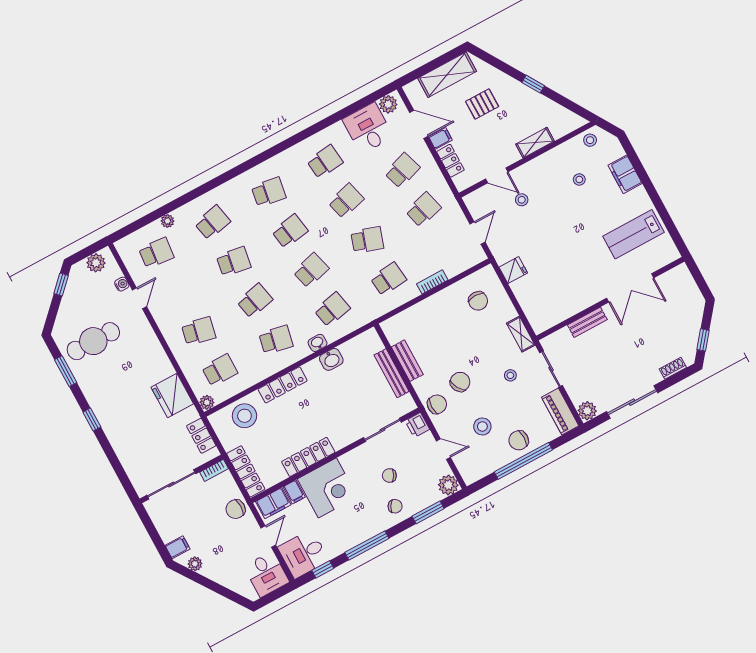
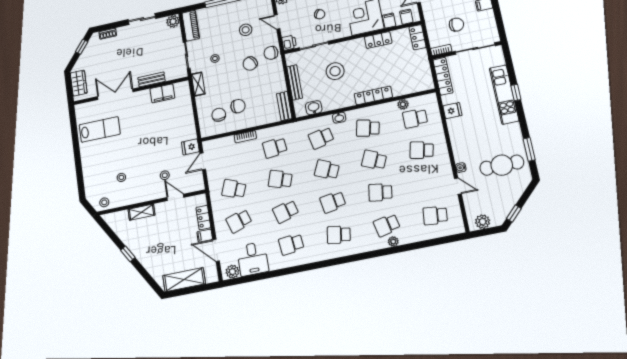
pallet: (482, 104) -> (168, 251), removed
filing cabinet: (625, 174) -> (162, 93), moved, turned 90
school desk: (423, 210) -> (234, 189), turned 36
plant: (167, 221) -> (393, 242), moved
school desk: (311, 270) -> (327, 170), turned 39
fridge: (513, 270) -> (190, 147), moved
water cooler: (122, 284) -> (461, 168), moved
wardrobe: (687, 288) -> (79, 83), added
door: (139, 298) -> (458, 186), swing flipped
school desk: (255, 301) -> (374, 160), turned 36
washbasin: (331, 359) -> (314, 108), moved
bench: (407, 361) -> (284, 106), moved
fridge: (172, 395) -> (452, 111), width x0.53, depth x0.75
plant: (207, 402) -> (403, 104), moved
sliding door: (632, 402) -> (142, 19), width x0.73
stool: (244, 416) -> (335, 71), moved
window: (92, 420) -> (516, 92), moved
kitchen unit: (117, 433) -> (504, 95), added
locker: (201, 436) -> (443, 76), width x1.53
chair: (519, 440) -> (238, 106), moved
locker: (308, 457) -> (378, 40), width x0.66
locker: (246, 471) -> (418, 37), width x0.66
filing cabinet: (273, 503) -> (406, 17), width x0.50
chair: (236, 509) -> (456, 25), moved

